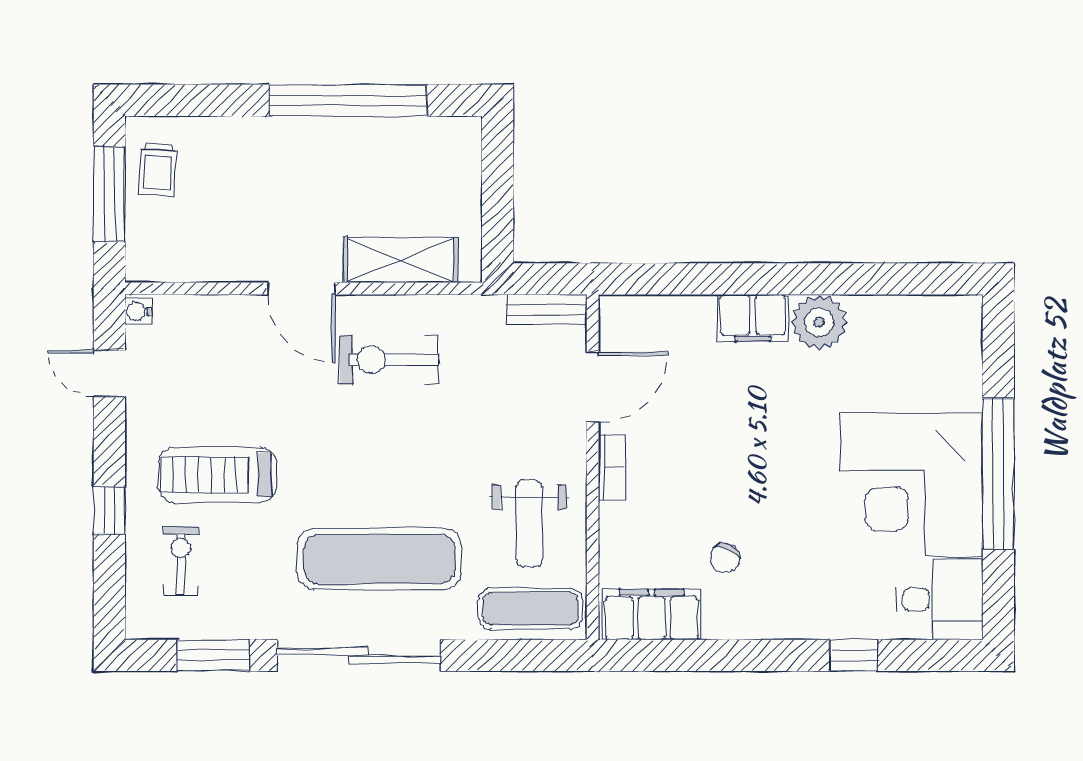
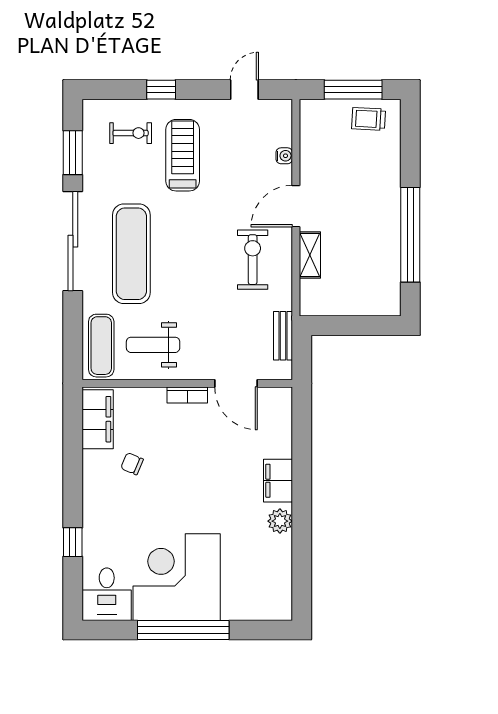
shelving: (401, 260) -> (310, 255), width x0.67, depth x0.75
bench: (547, 310) -> (283, 336), moved
water cooler: (138, 311) -> (284, 156), moved, turned 90
plant: (819, 322) -> (280, 521), width x0.73, depth x0.73

